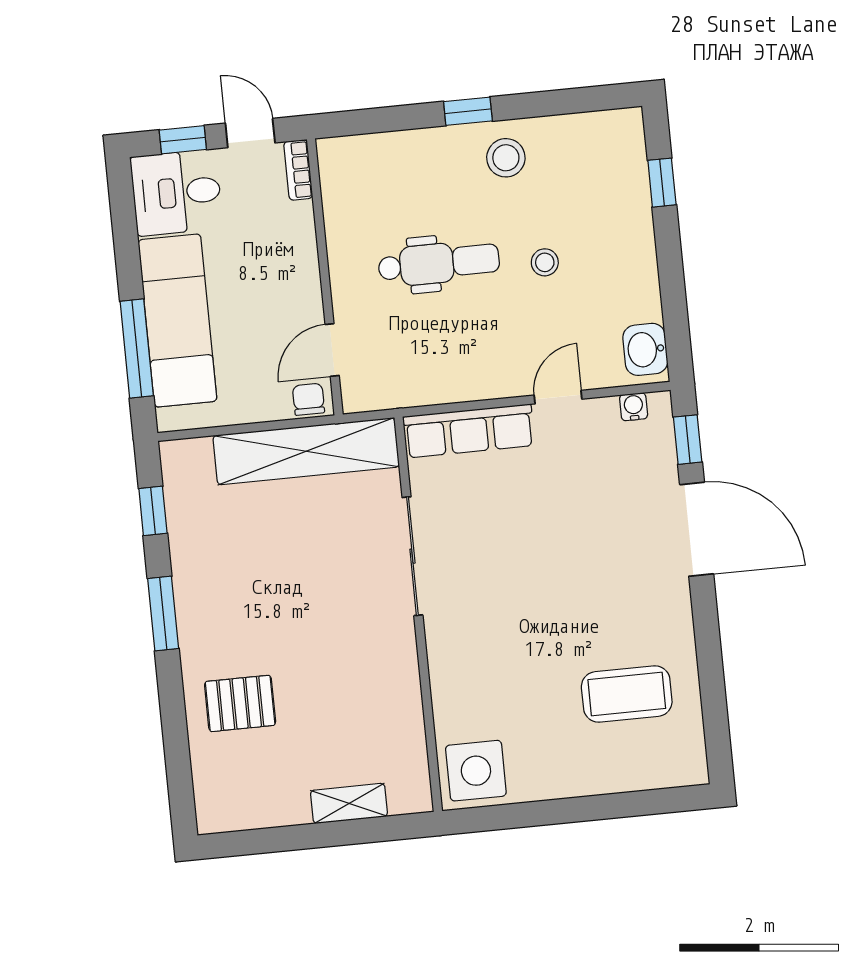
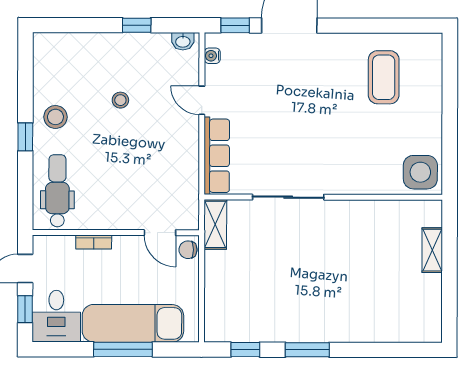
bookcase: (298, 170) -> (94, 242), moved
window: (662, 183) -> (137, 25), moved
dental chair: (439, 263) -> (57, 191), moved
window: (137, 348) -> (123, 349), moved
washbasin: (645, 349) -> (183, 41), width x0.72, depth x0.69
shelving: (306, 451) -> (215, 224), width x0.45, depth x0.75
pallet: (240, 703) -> (366, 309), removed

